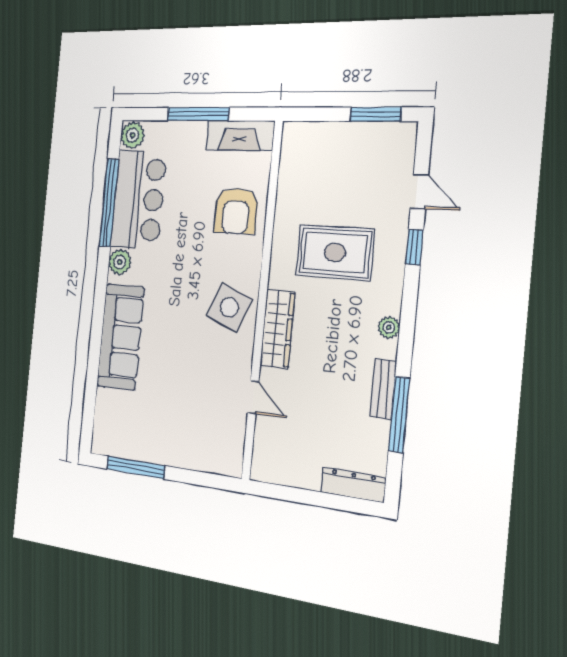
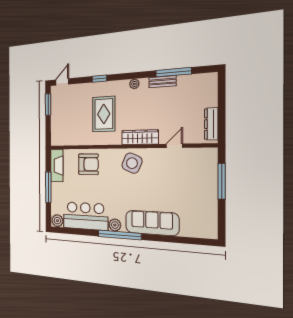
door: (419, 192) -> (62, 82), moved
window: (109, 203) -> (119, 235), moved
window: (136, 467) -> (222, 181), moved
dresser: (353, 485) -> (211, 124), moved

